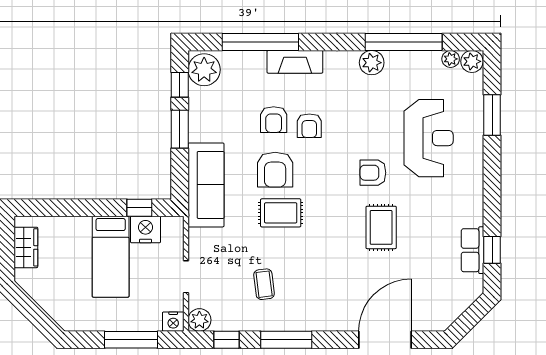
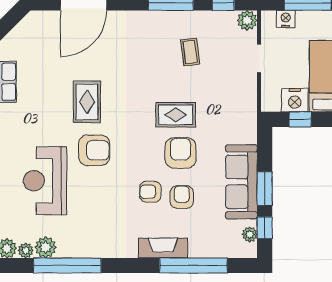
plant: (372, 63) -> (46, 247), moved
plant: (204, 70) -> (250, 234), width x0.53, depth x0.53
armchair: (309, 126) -> (150, 192), turned -90
armchair: (373, 173) -> (94, 150), width x1.38, depth x1.38
sofa: (206, 185) -> (241, 182), moved
nightstand: (173, 322) -> (286, 19), moved

